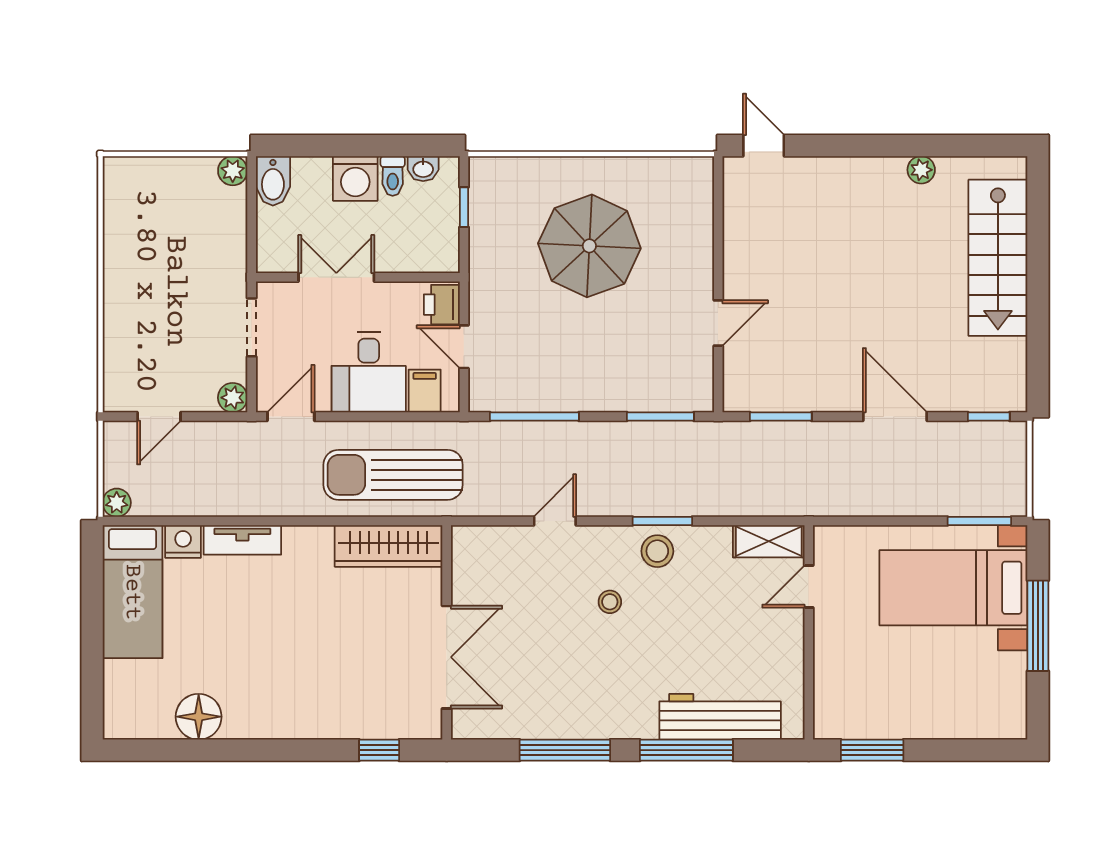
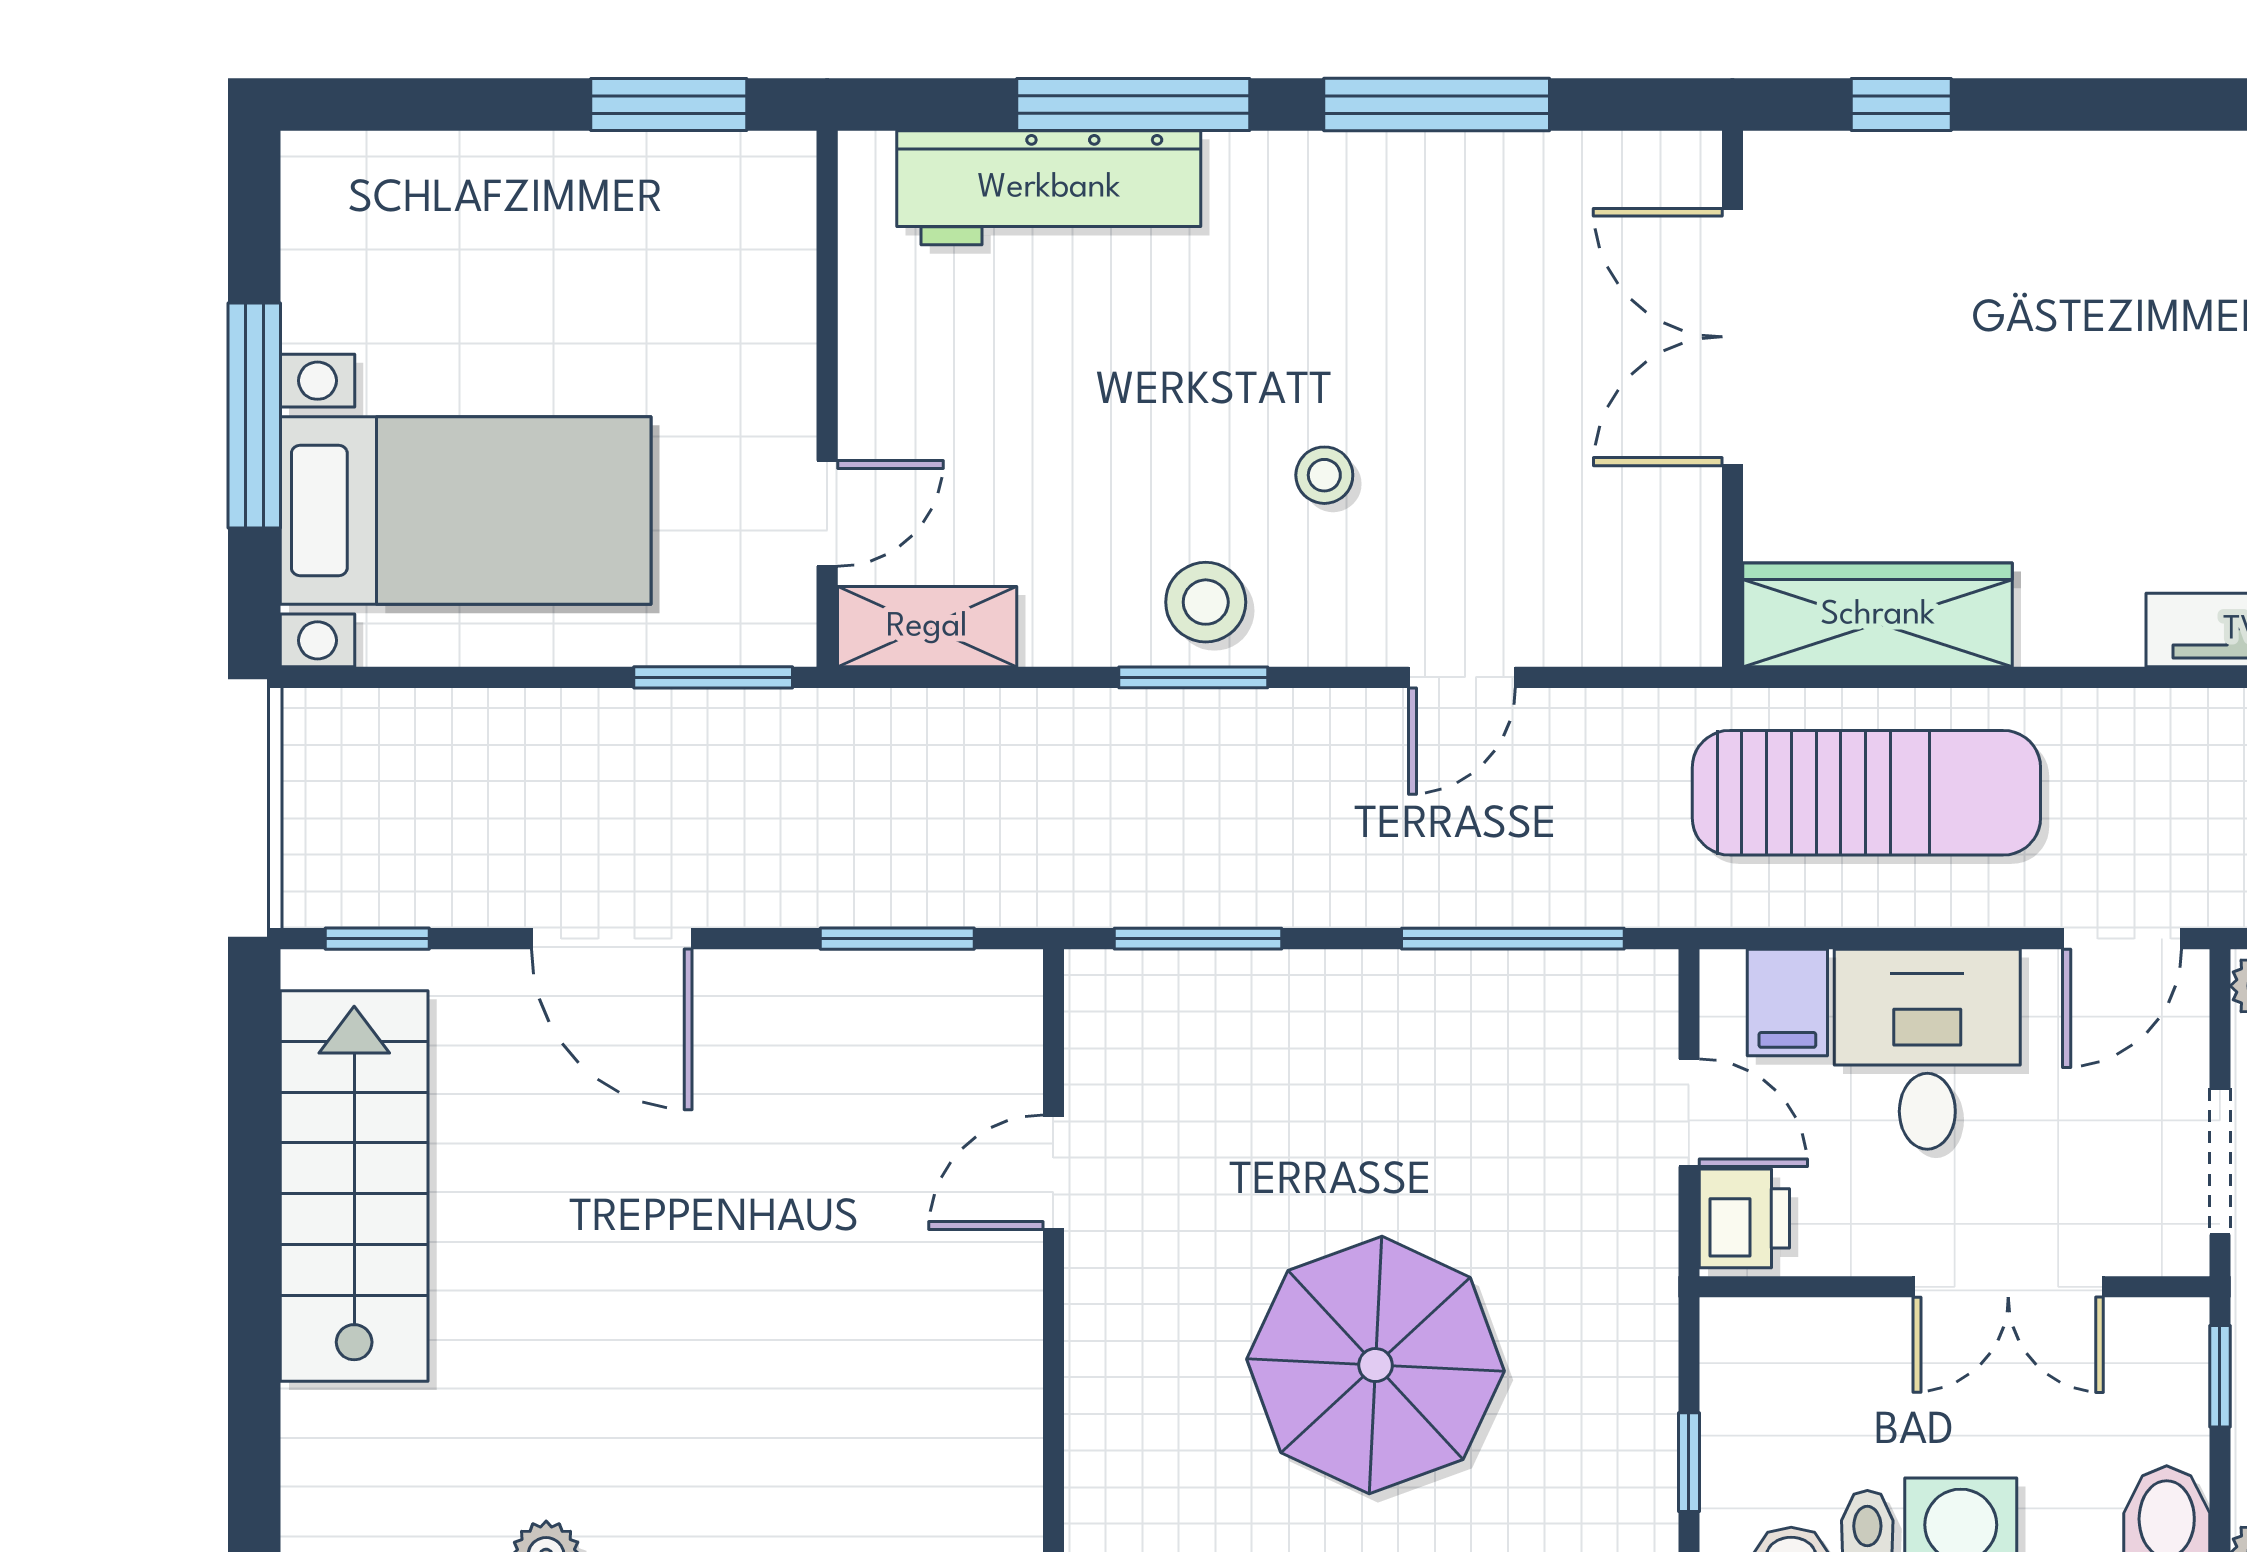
window: (252, 241) -> (2220, 1376), added
stairs: (998, 258) -> (354, 1186), moved
window: (979, 521) -> (713, 677), moved

